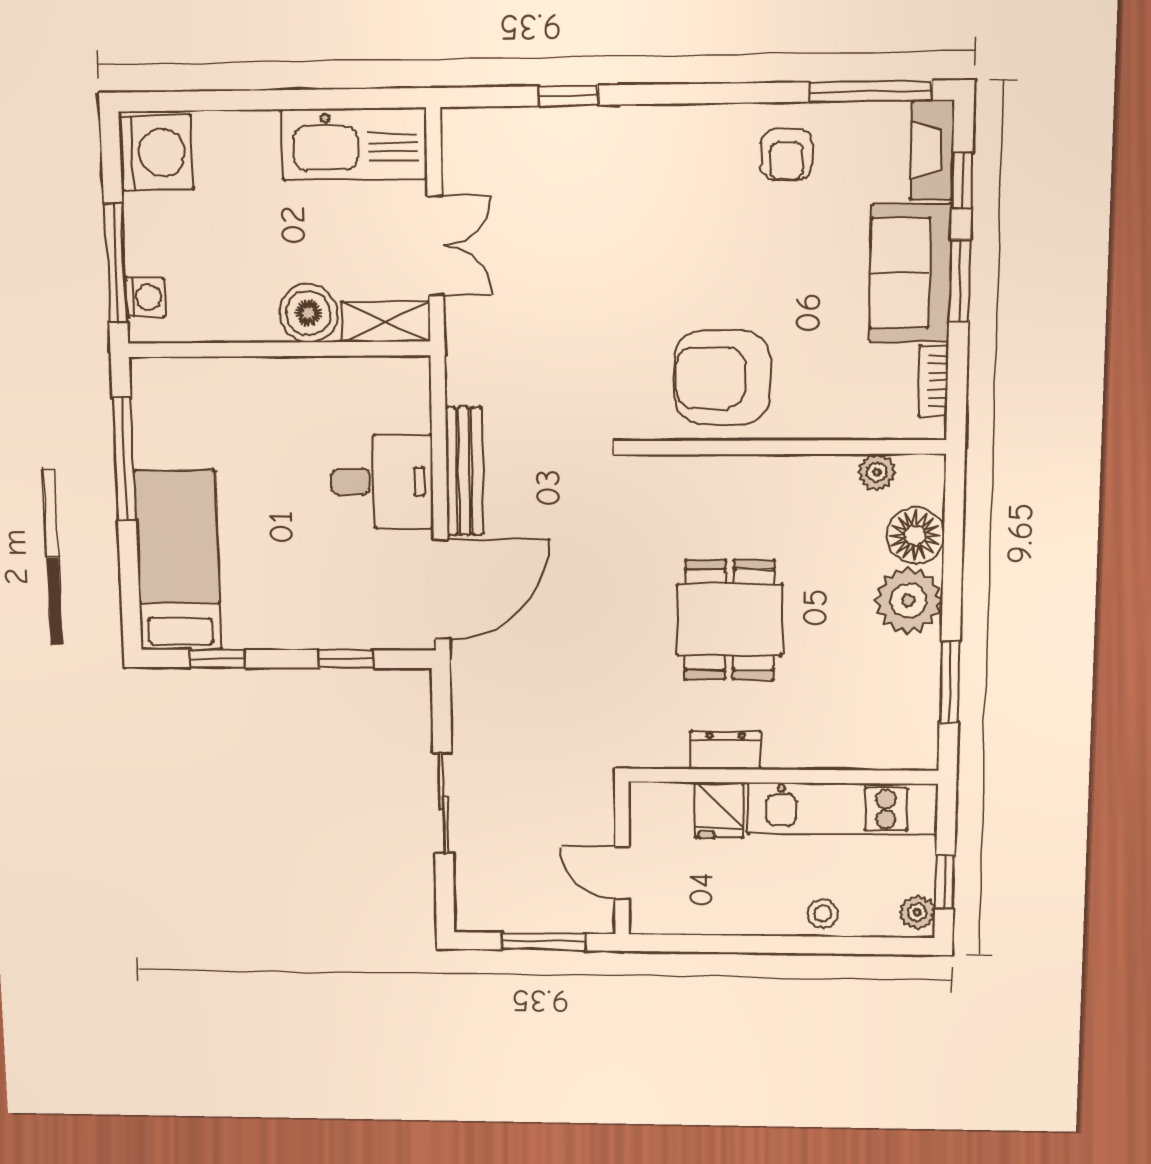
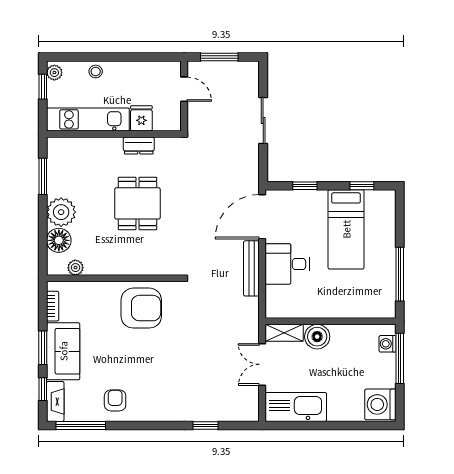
bed: (178, 561) -> (346, 229), moved

